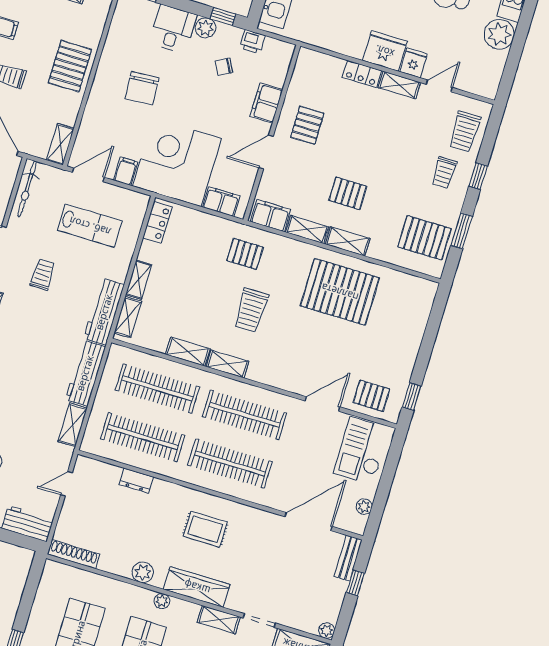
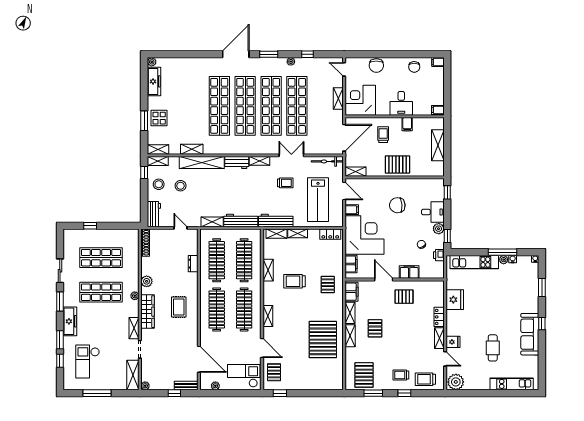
plant: (499, 34) -> (456, 382), moved
fridge: (385, 51) -> (455, 300), moved
lab bench: (90, 226) -> (318, 200), width x1.36, depth x1.39
trolley: (251, 310) -> (294, 281), moved
shelving: (228, 364) -> (268, 316), moved

